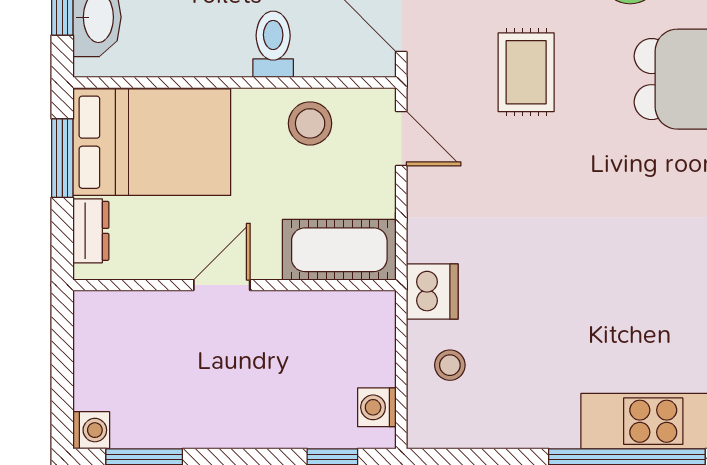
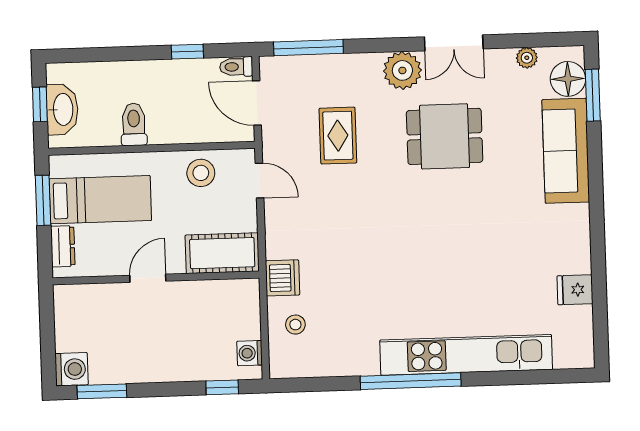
toilet: (273, 44) -> (134, 124), moved
bed: (152, 142) -> (100, 200), width x0.67
washing machine: (91, 430) -> (72, 369), width x1.38, depth x1.38

